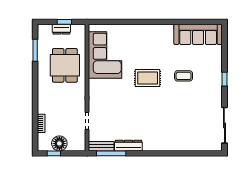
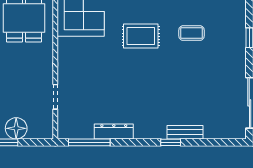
bench: (101, 146) -> (185, 132), moved
window: (169, 153) -> (171, 142), added

